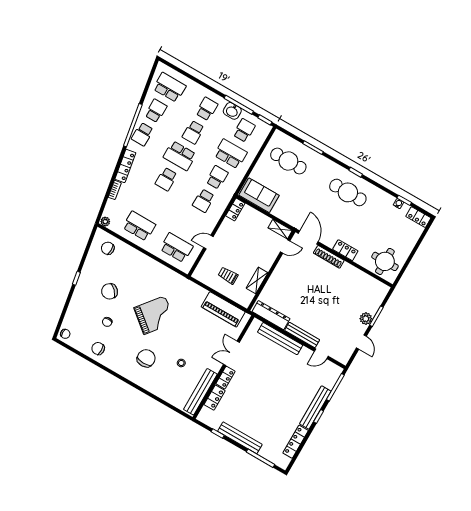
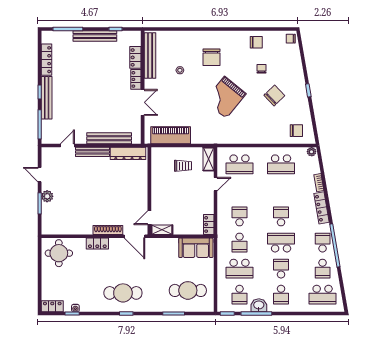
shelving: (257, 280) -> (208, 159), moved

